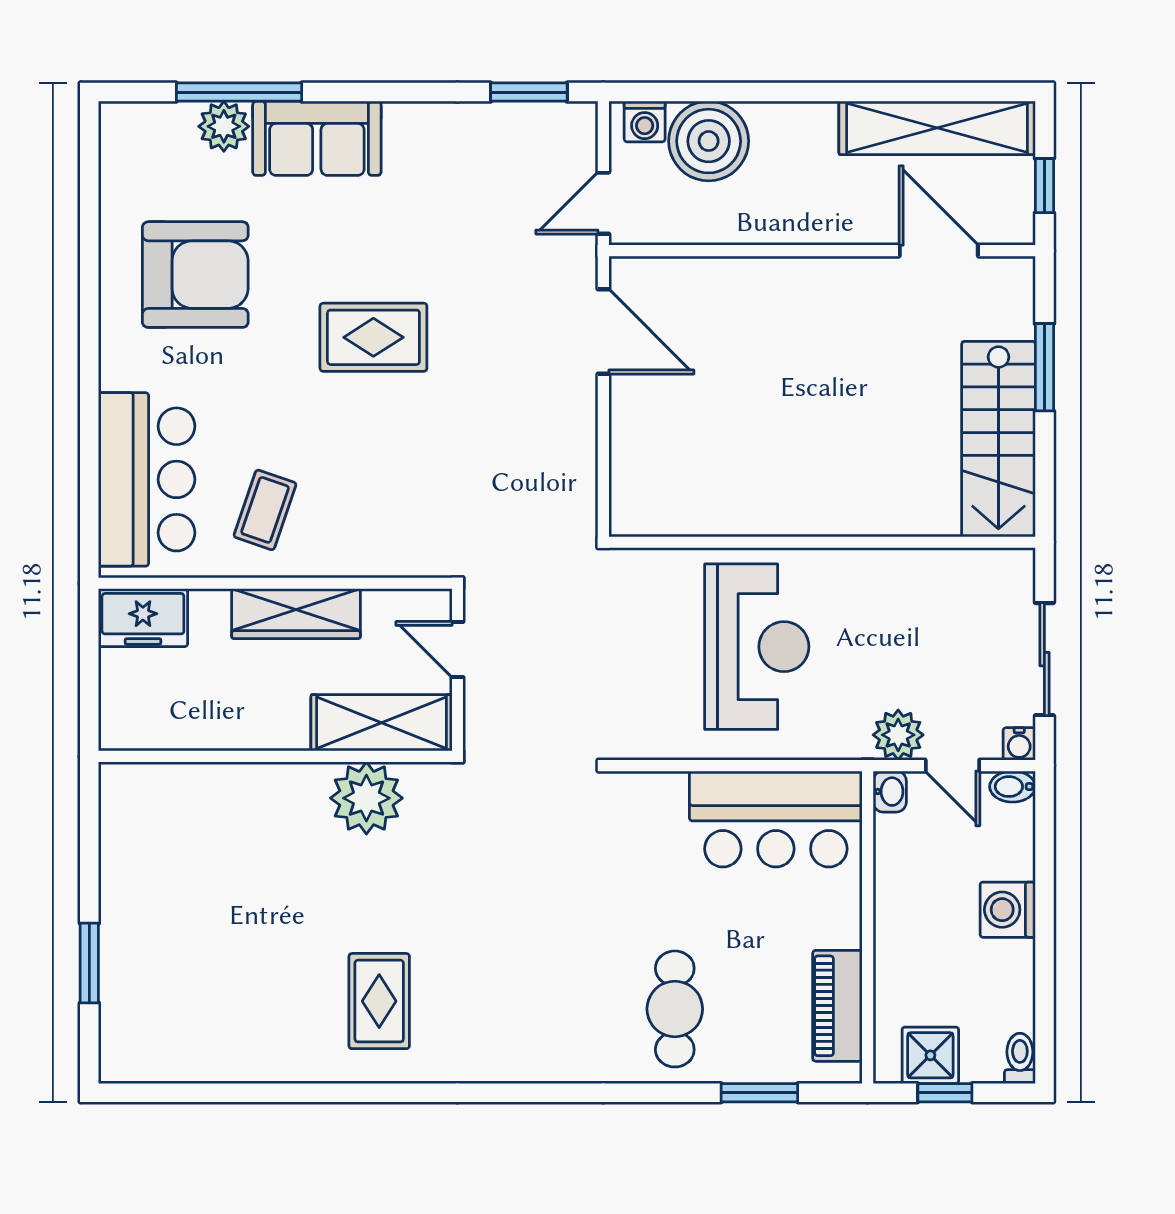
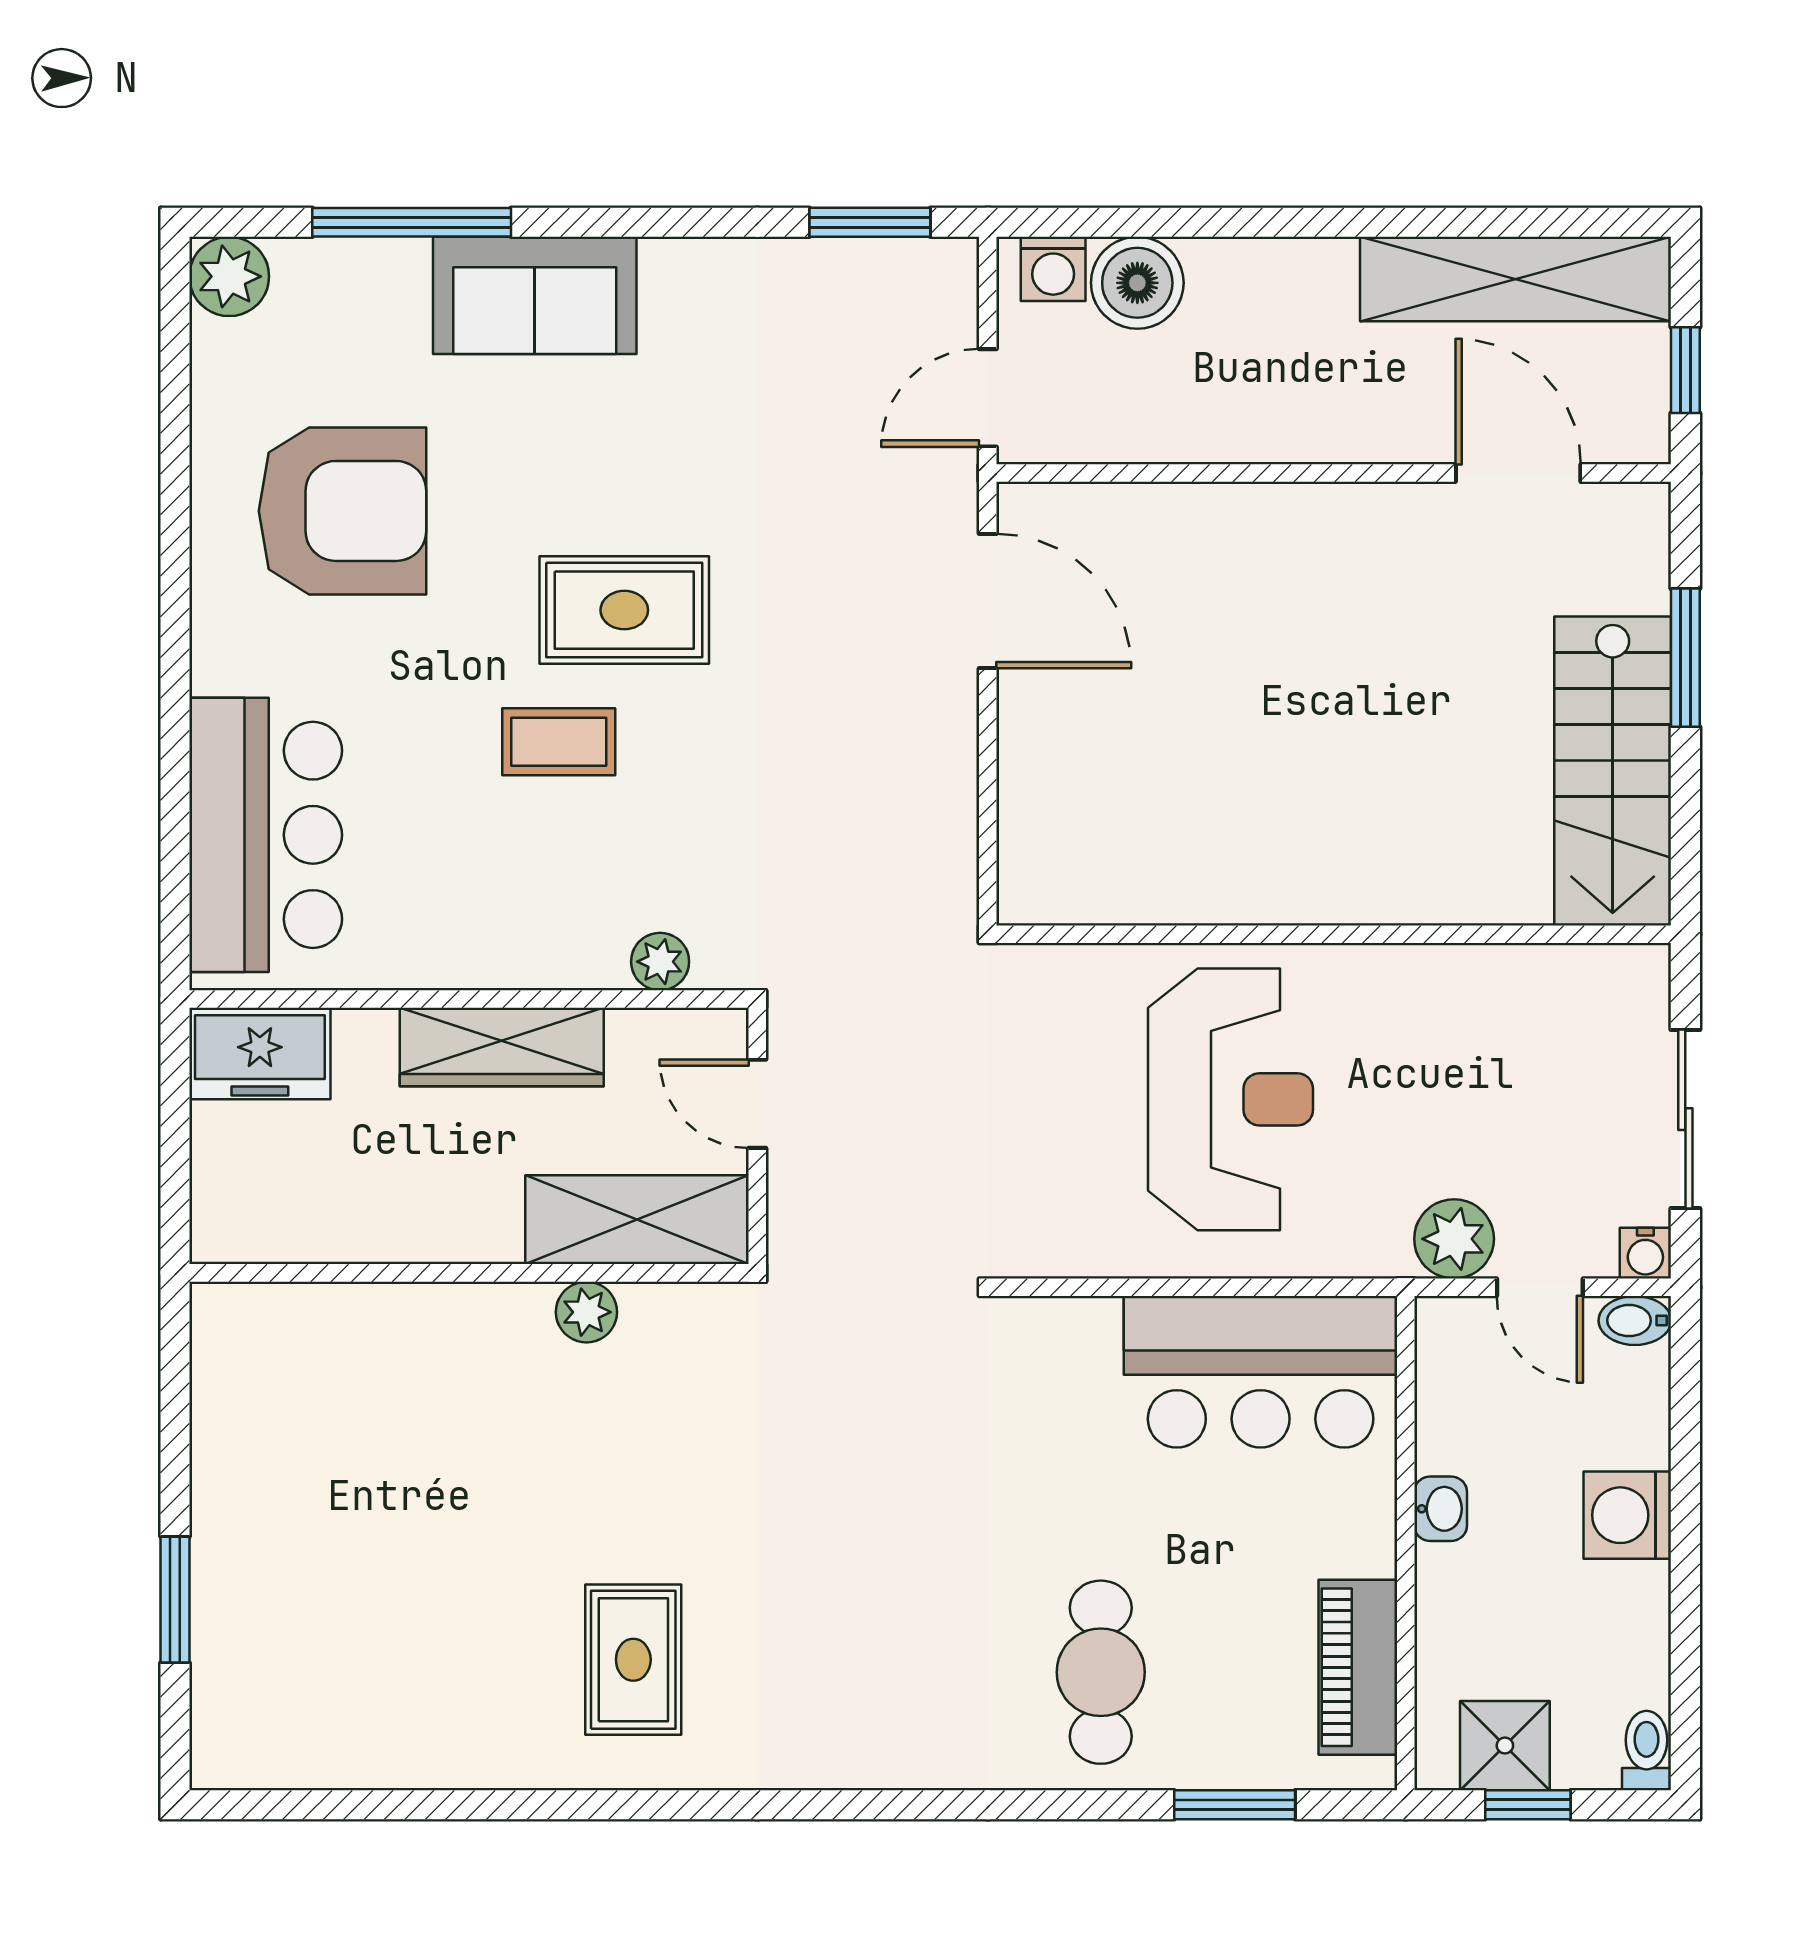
plant: (224, 126) -> (229, 276), moved
boiler: (709, 141) -> (1137, 283), width x0.73, depth x0.73
coffee table: (265, 510) -> (559, 742), moved, turned 71
plant: (396, 560) -> (660, 962), added
washbasin: (890, 792) -> (1441, 1509), moved
plant: (366, 798) -> (586, 1312), width x0.53, depth x0.53

